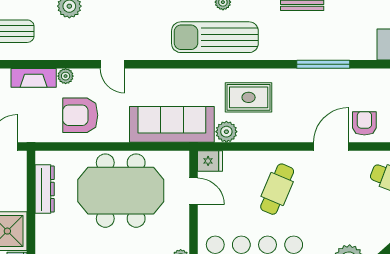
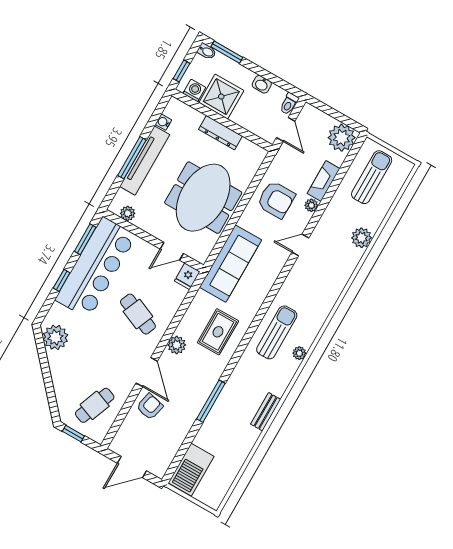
sun lounger: (215, 37) -> (277, 332), width x0.73, depth x0.75
armchair: (80, 115) -> (276, 200), turned 90
armchair: (364, 123) -> (150, 407), turned -77
plant: (226, 132) -> (177, 345), moved
dresser: (45, 189) -> (220, 133), moved

